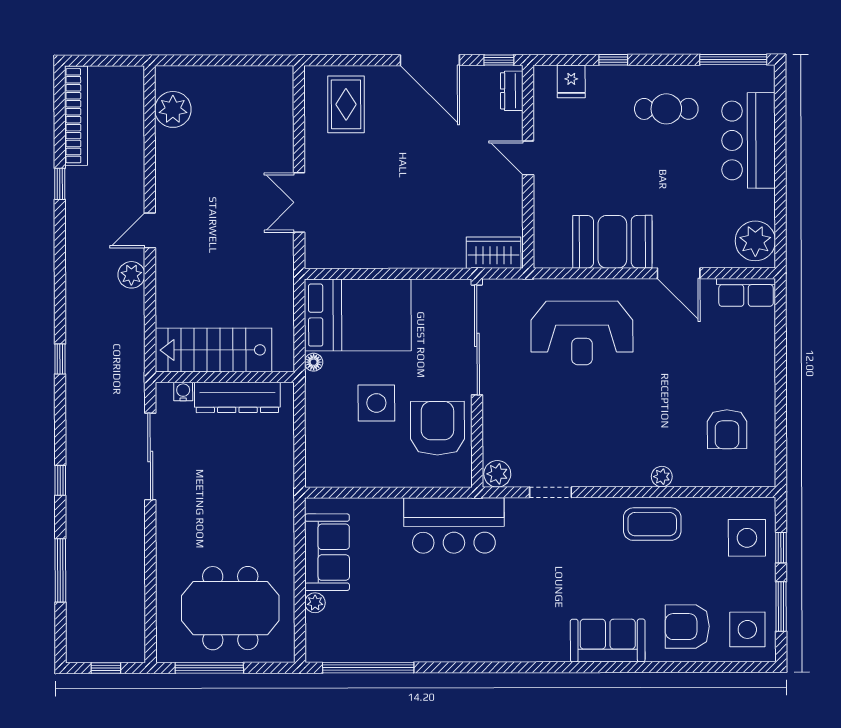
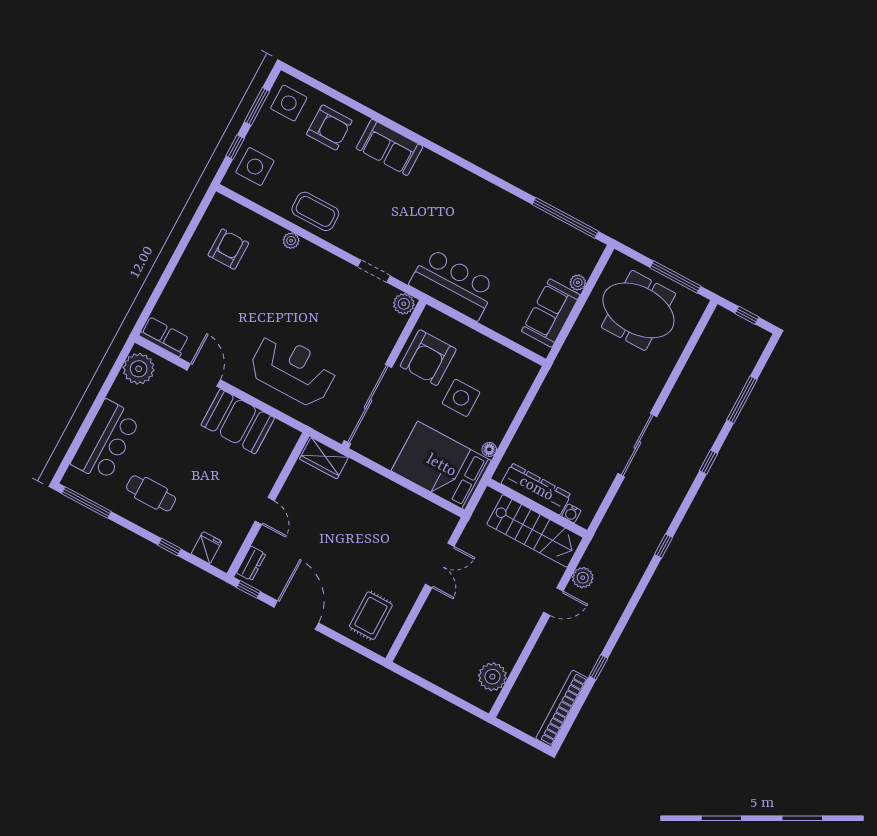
stairs: (213, 350) -> (535, 531), moved
wall: (225, 377) -> (537, 508), moved
water cooler: (183, 392) -> (571, 513), moved
dresser: (237, 397) -> (536, 489), moved

